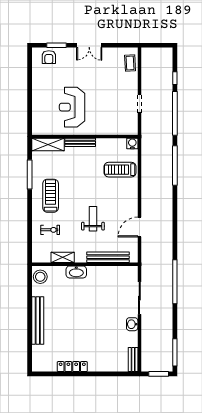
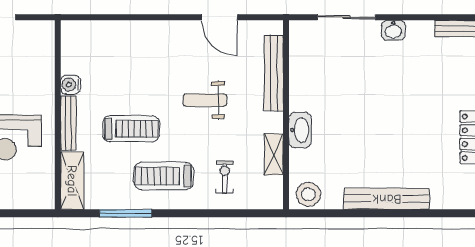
water cooler: (132, 143) -> (70, 85), moved
treadmill: (120, 170) -> (131, 129), moved, turned -90

